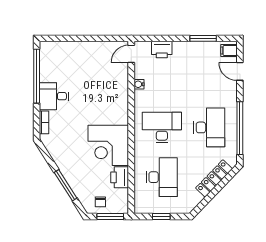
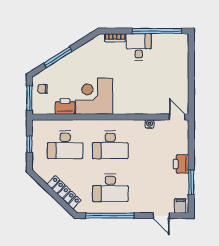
printer: (162, 50) -> (181, 164), moved
door: (240, 71) -> (161, 216), swing flipped
desk: (162, 127) -> (110, 145), turned 90

